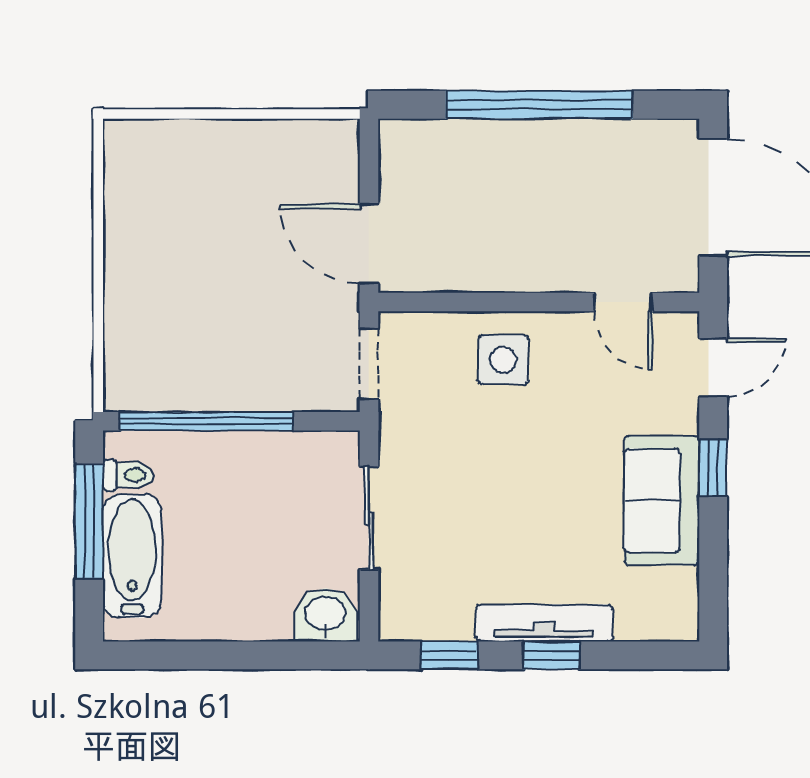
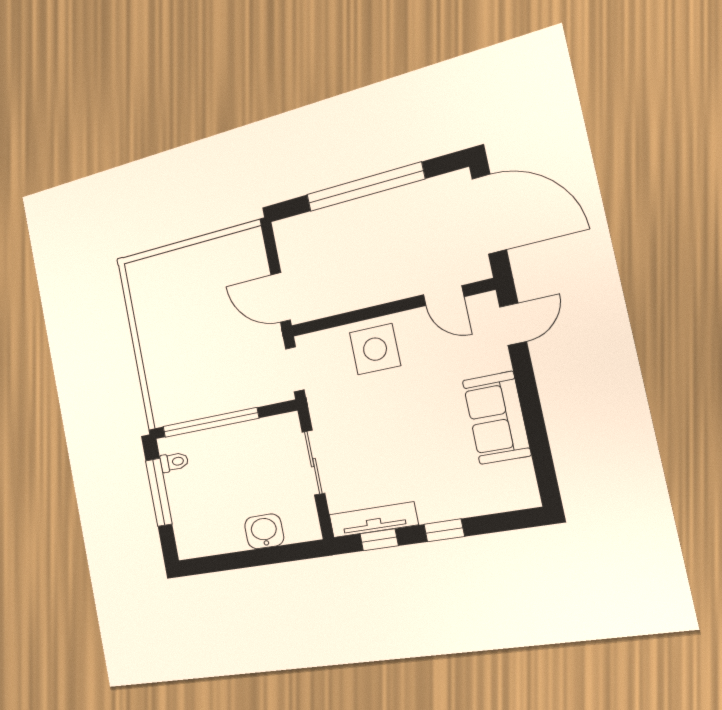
side table: (503, 360) -> (375, 349), width x1.37, depth x1.37
window: (713, 468) -> (527, 390), removed
bathtub: (132, 556) -> (185, 508), removed
washbasin: (326, 615) -> (264, 531), moved
tv unit: (544, 623) -> (373, 520), moved

